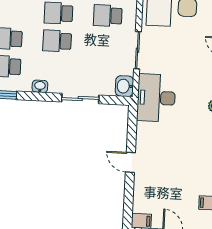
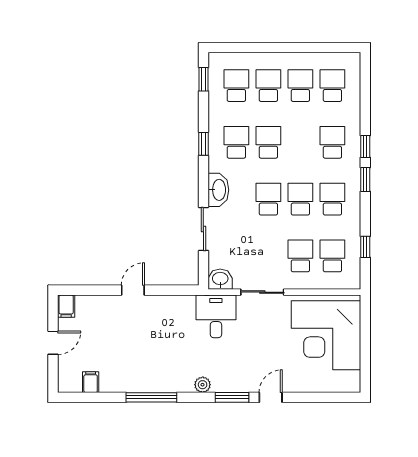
washbasin: (40, 86) -> (218, 190), width x1.91, depth x1.45
desk: (156, 98) -> (216, 316), width x0.73

